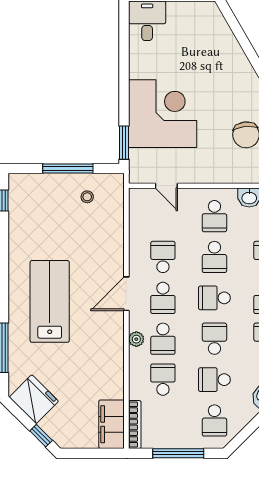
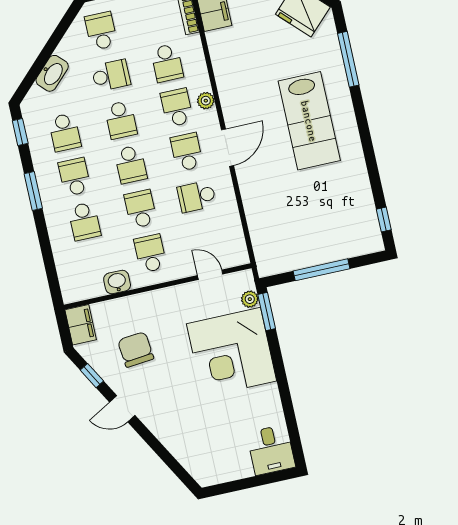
plant: (136, 157) -> (250, 299), added
stool: (87, 197) -> (294, 244), removed
school desk: (163, 257) -> (197, 196), turned 90
school desk: (214, 298) -> (131, 164), turned 90

